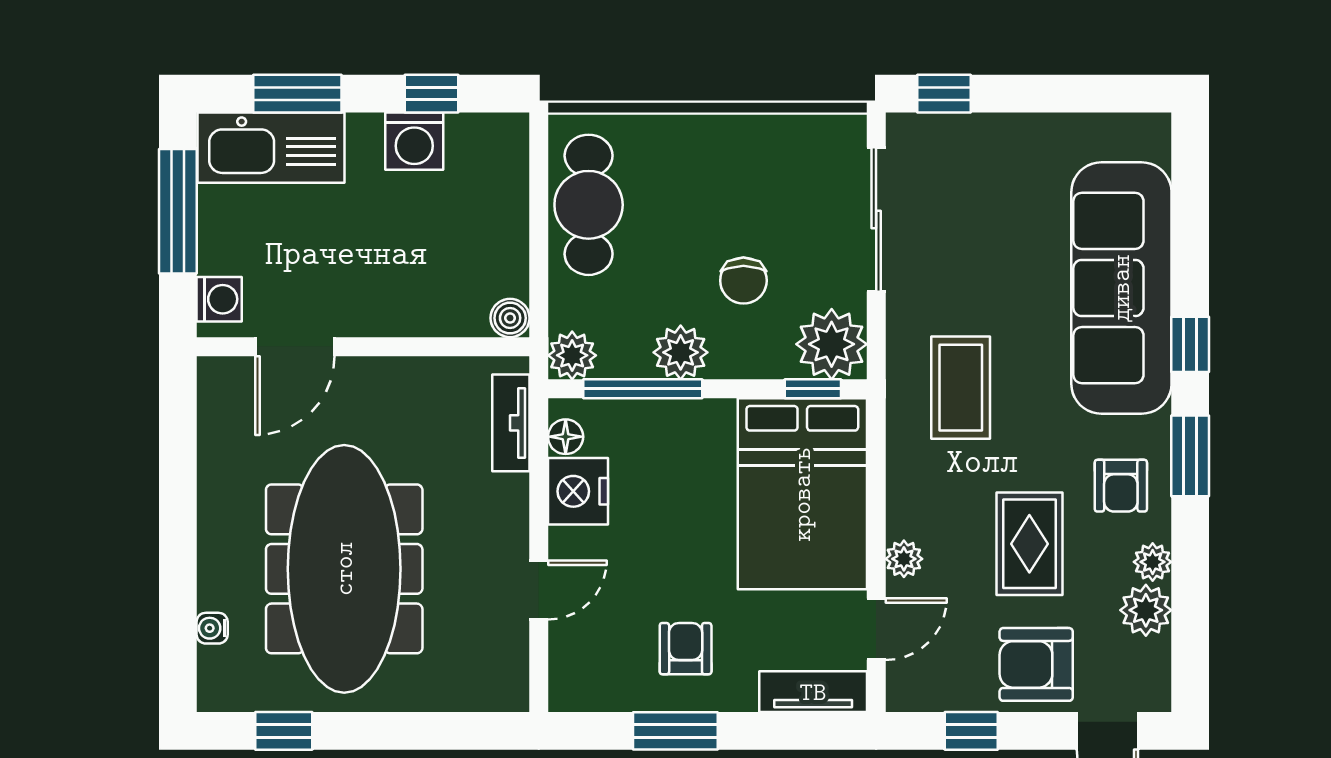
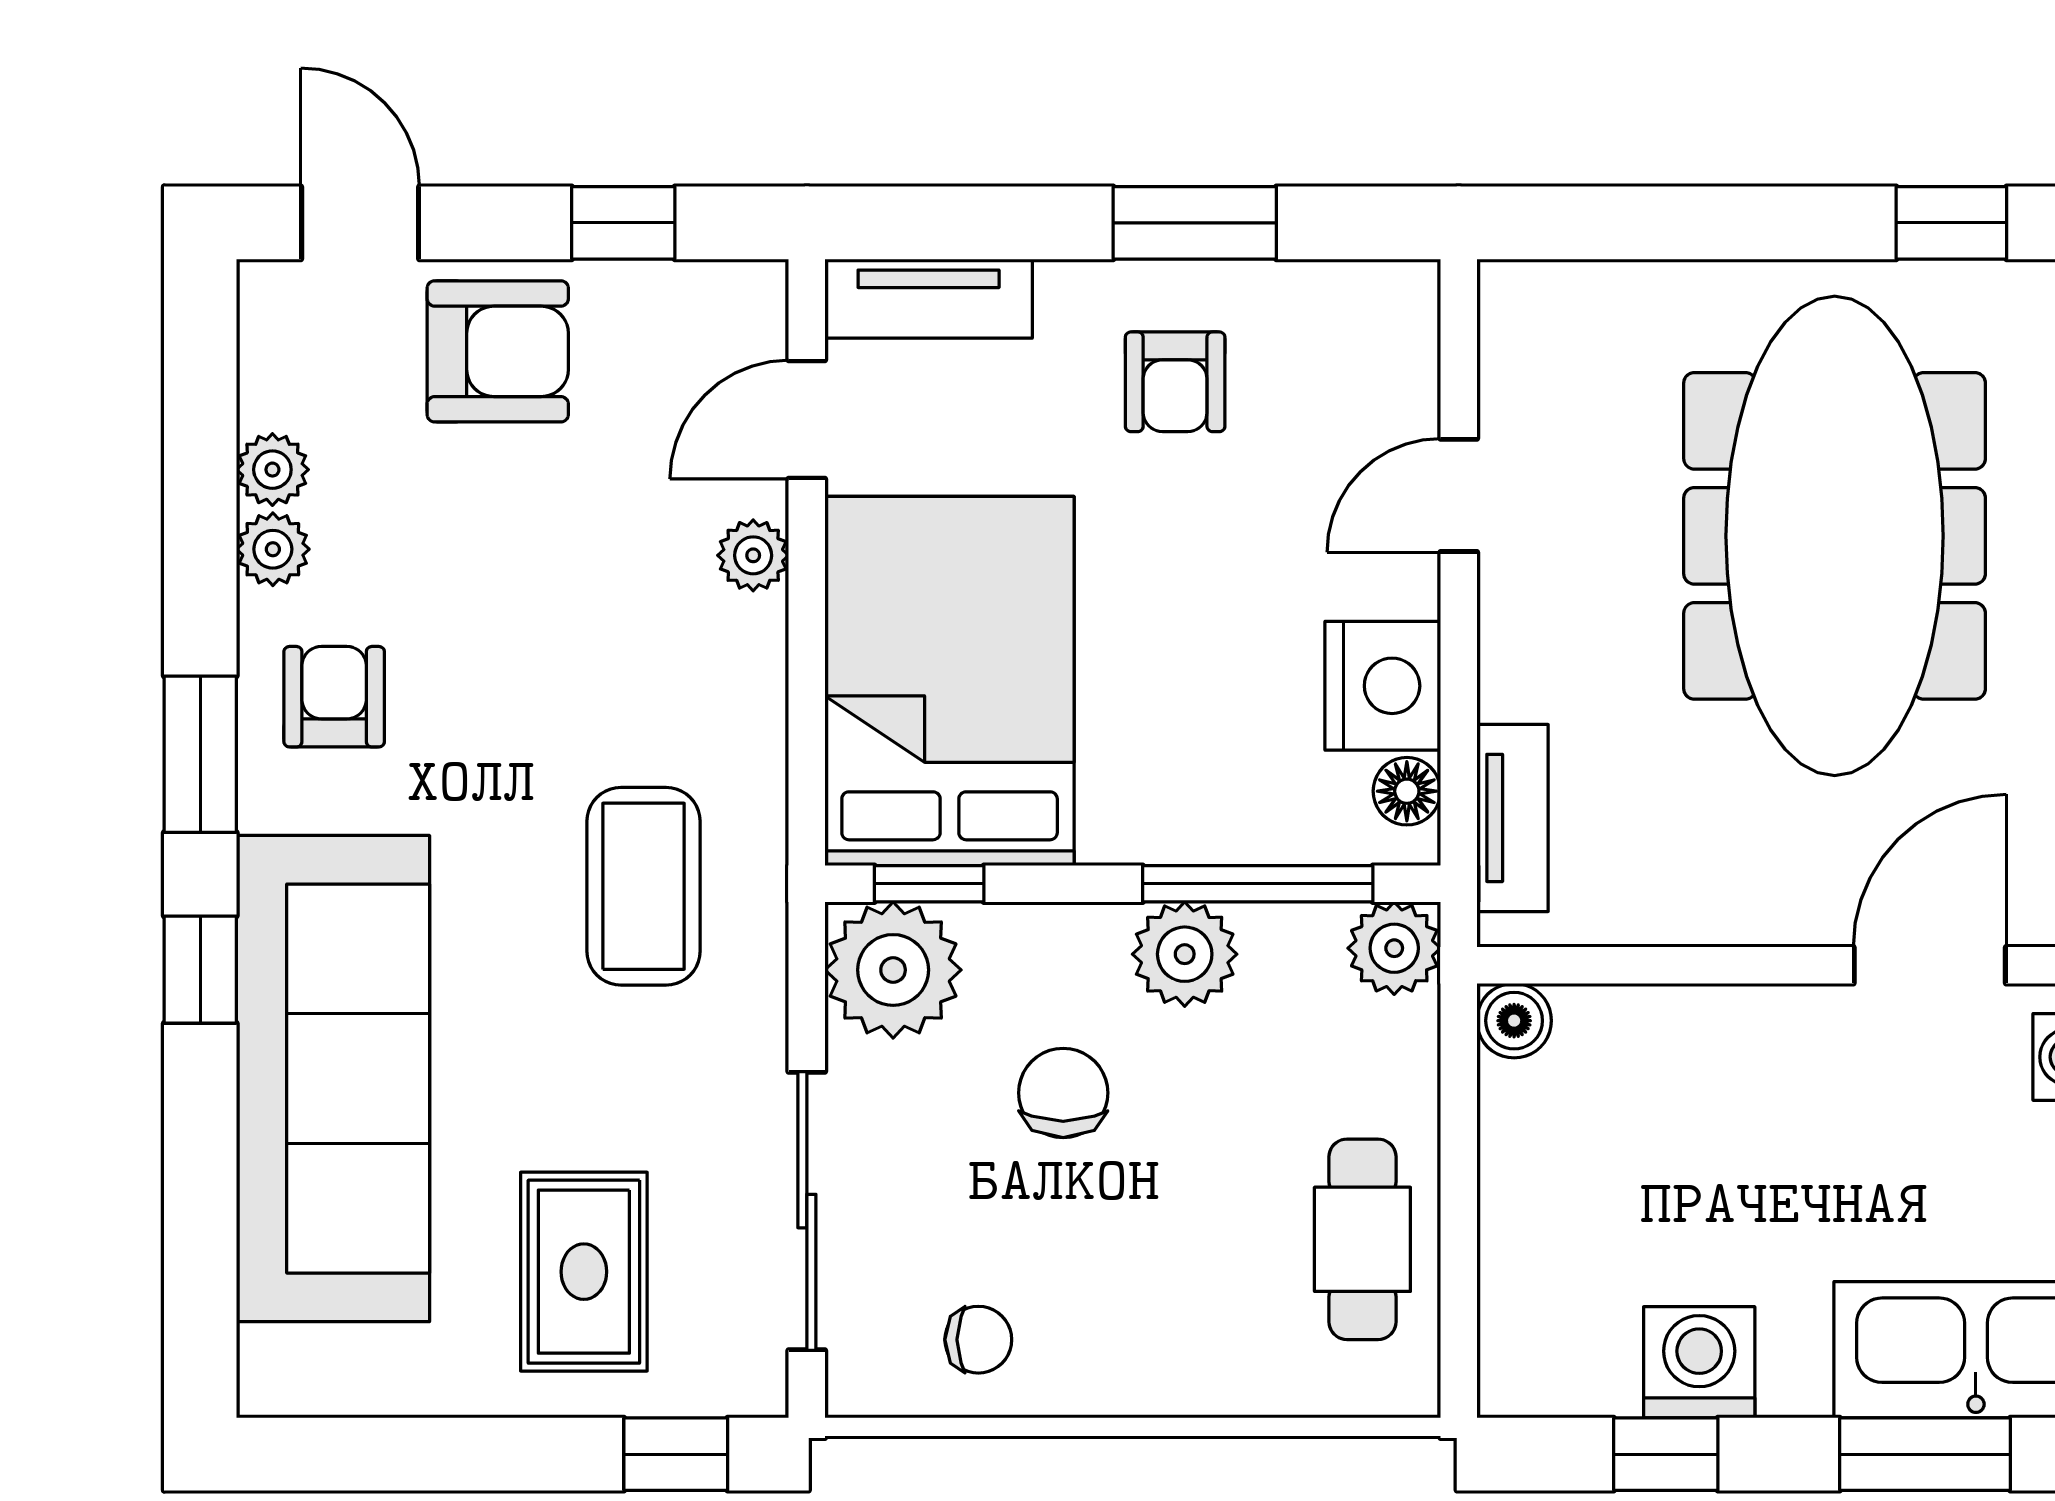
chair: (787, 153) -> (978, 1340), added
cafe table: (589, 205) -> (1362, 1239), width x0.73, depth x0.74
rug: (1029, 544) -> (584, 1272), moved
plant: (1146, 610) -> (272, 470), width x0.73, depth x0.73

